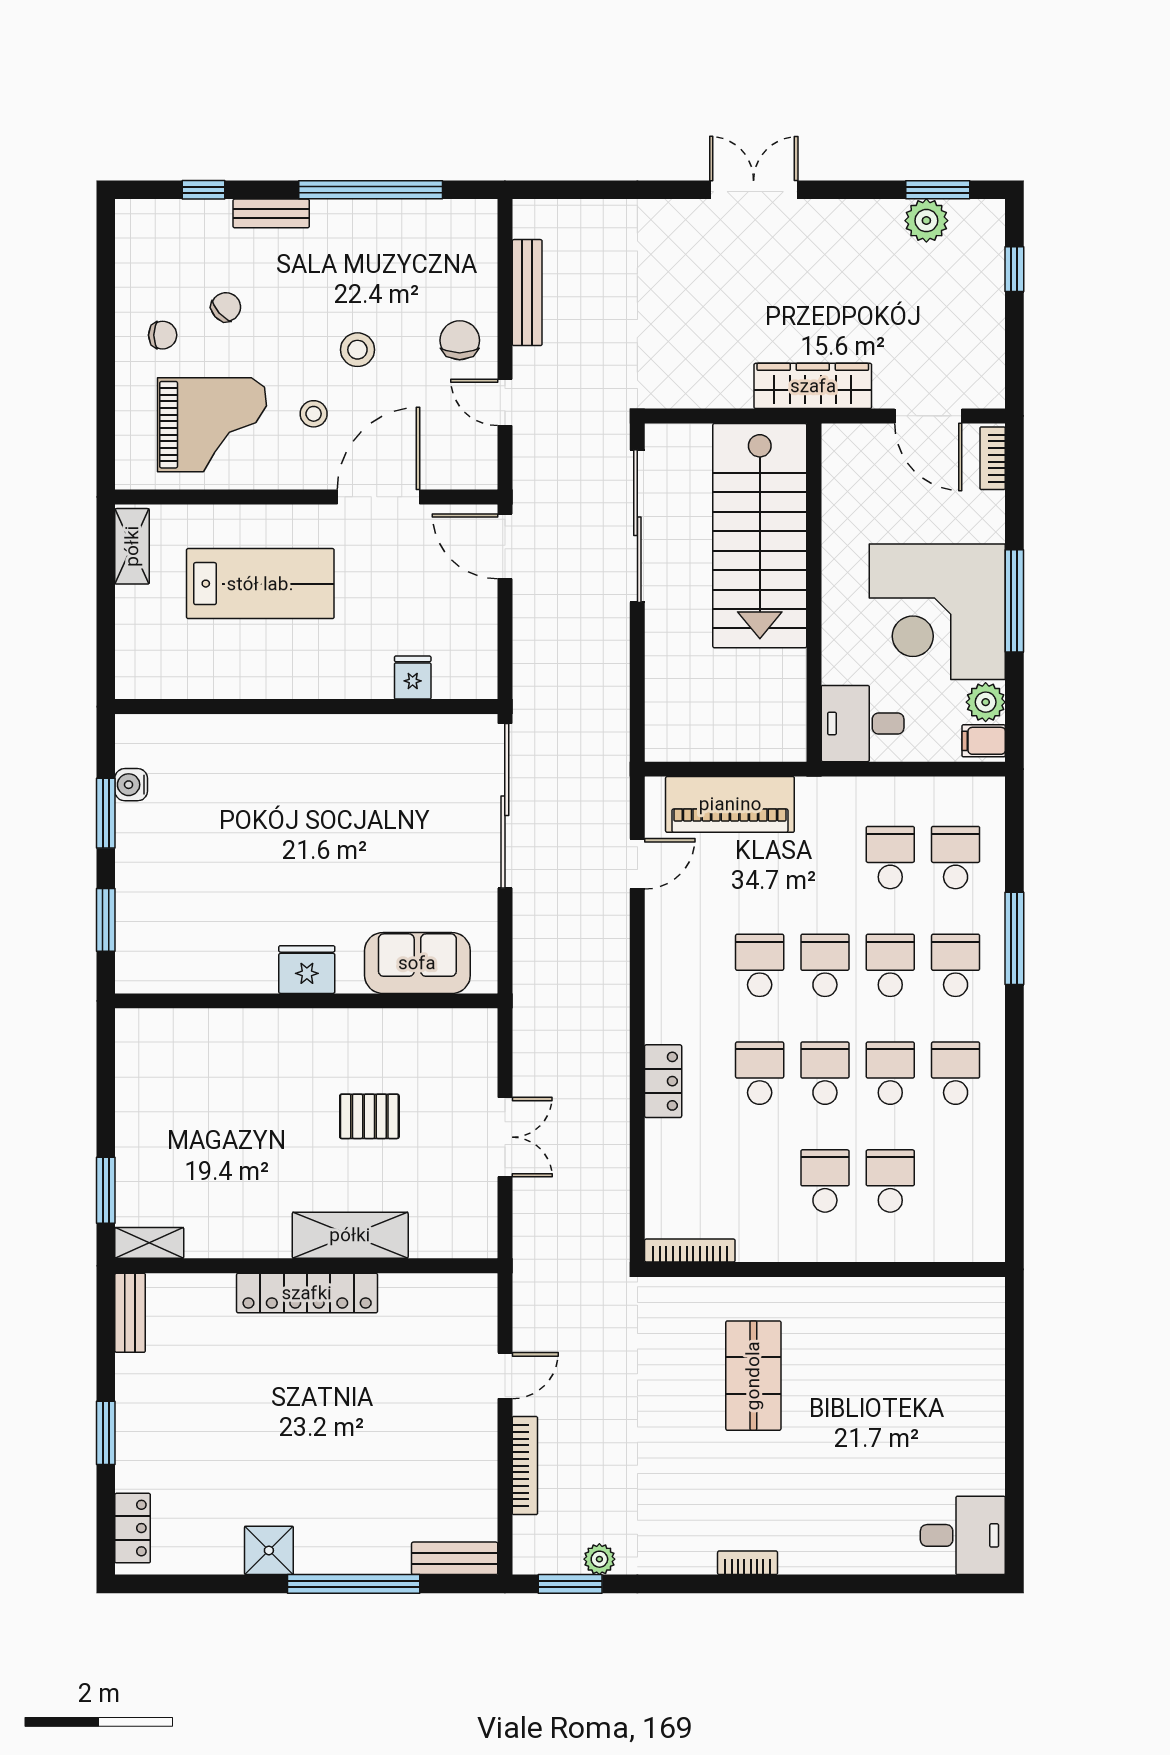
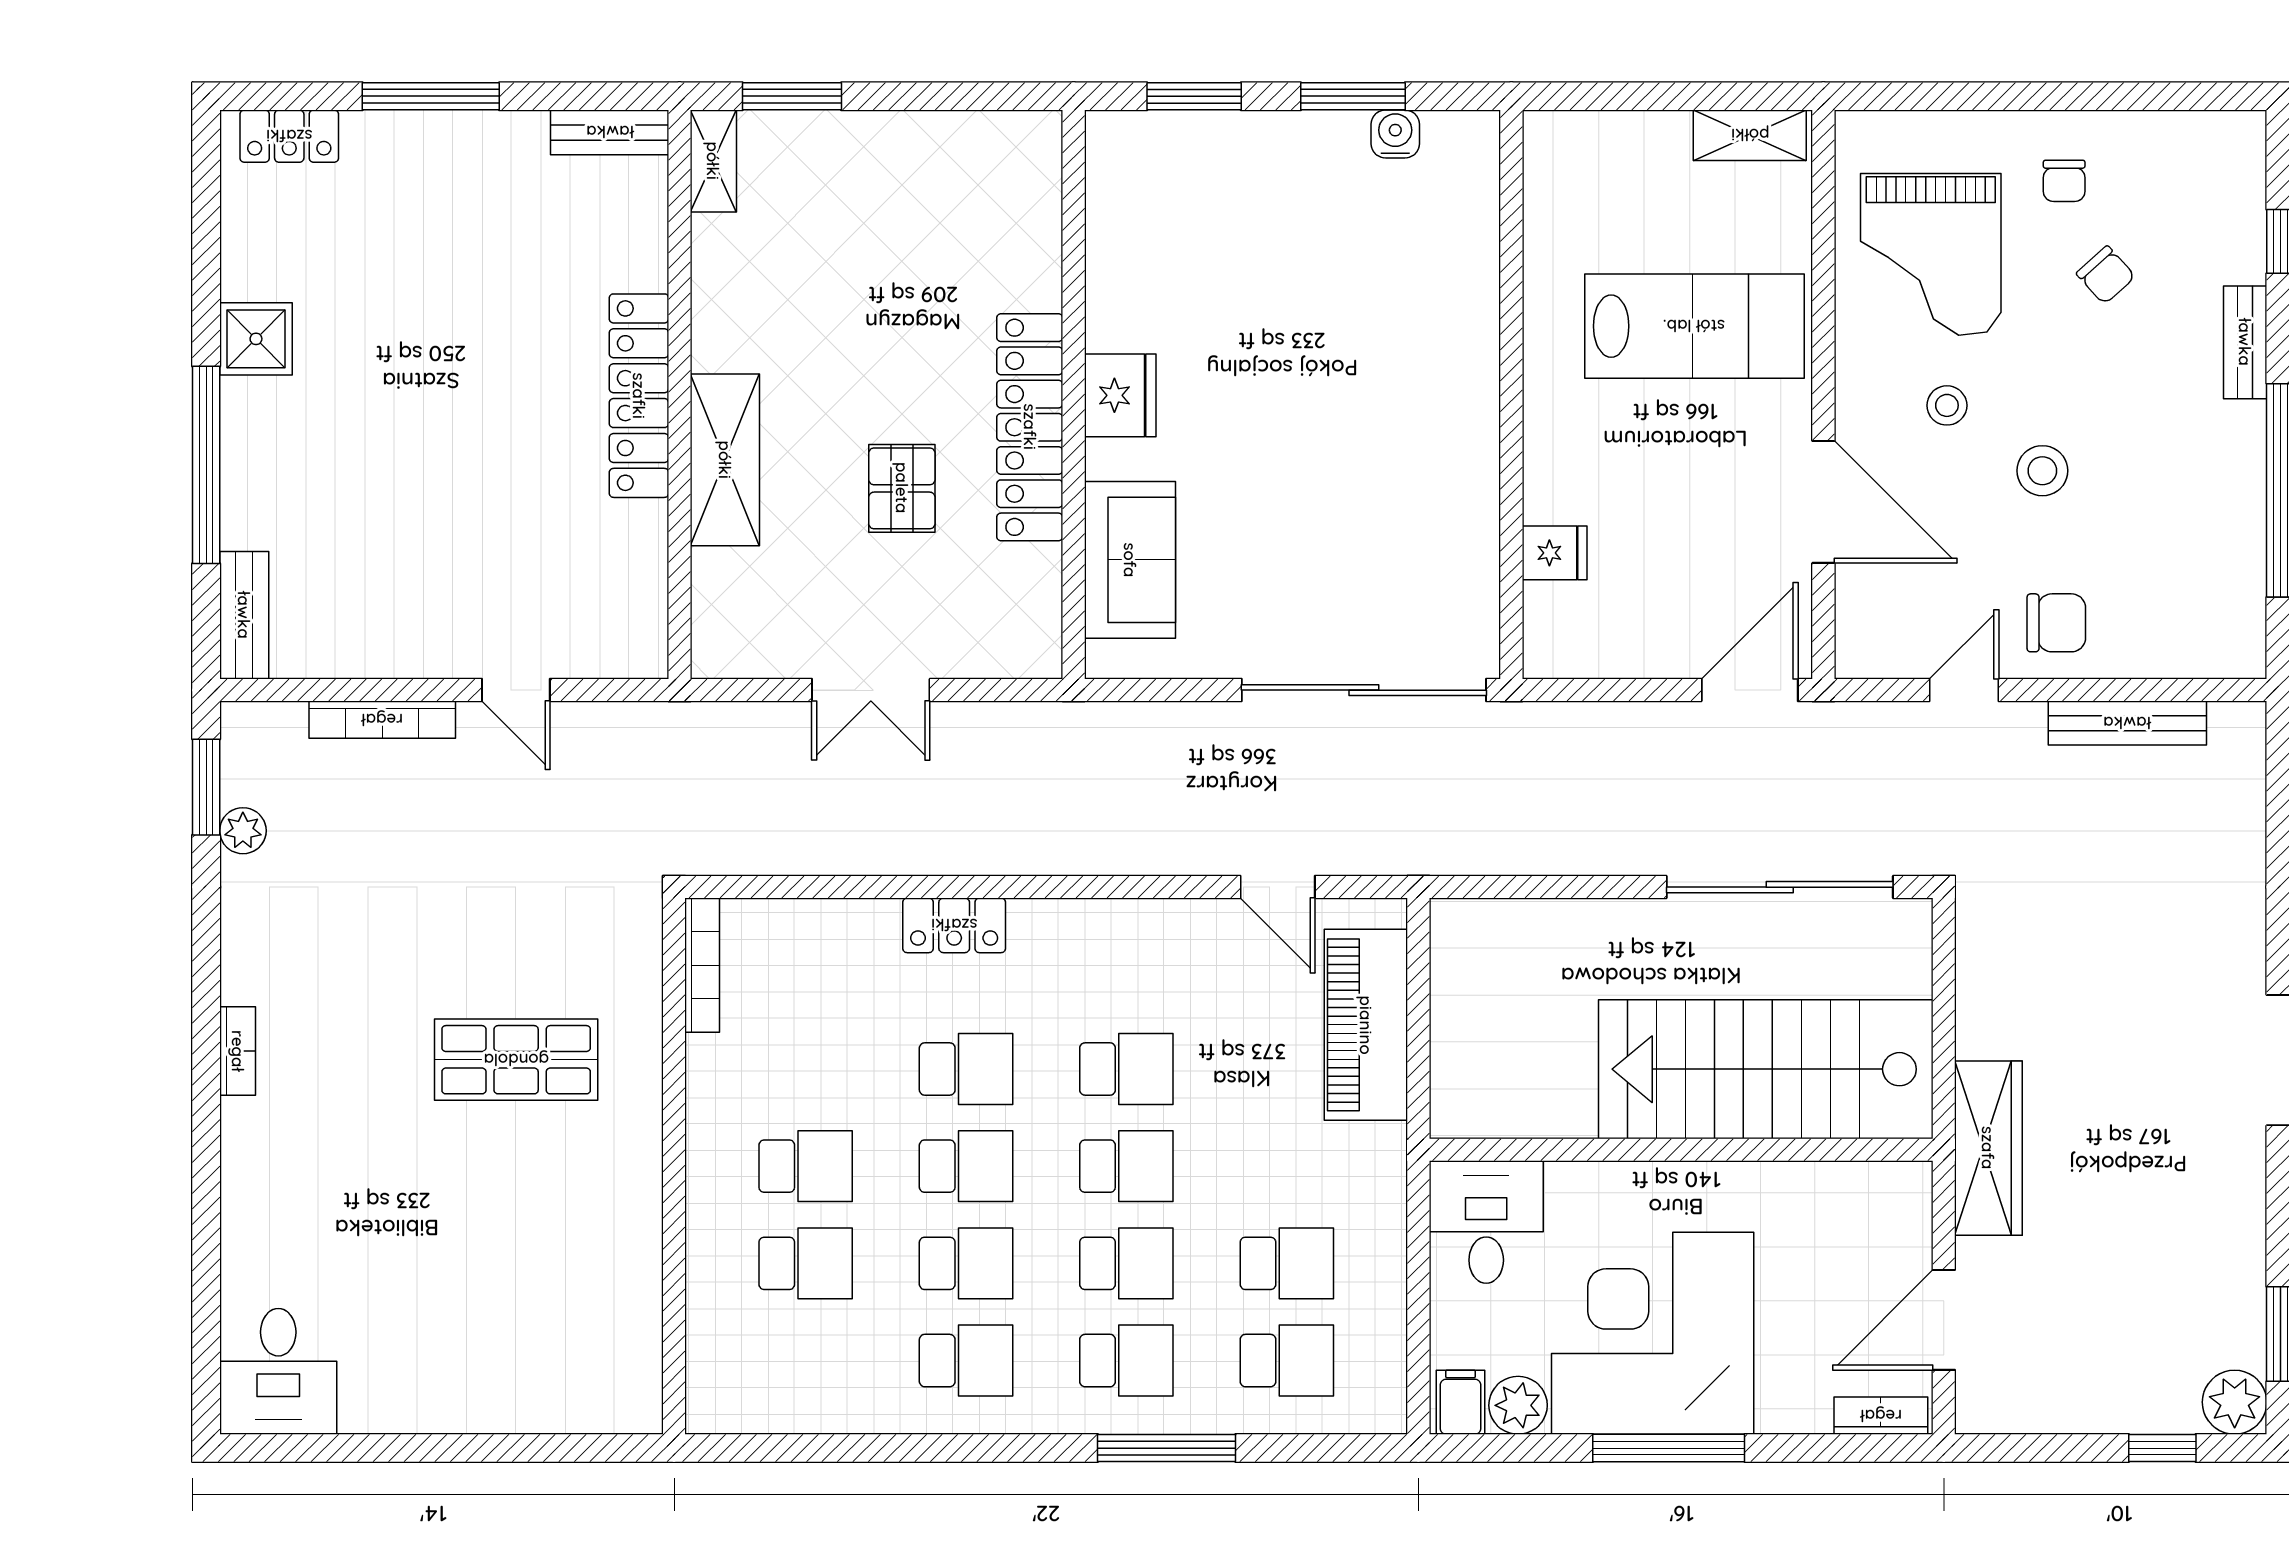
plant: (926, 221) -> (2235, 1402), moved
lab bench: (260, 584) -> (1694, 326), turned -90
locker: (328, 1030) -> (1030, 427), added
window: (106, 1433) -> (431, 96), width x1.44

